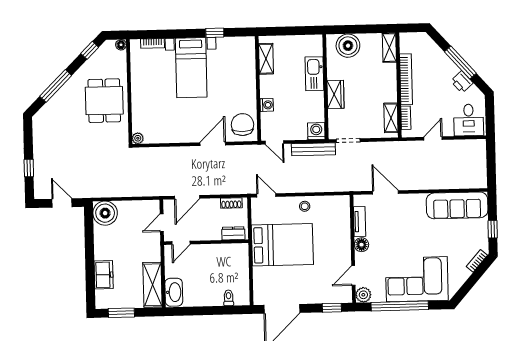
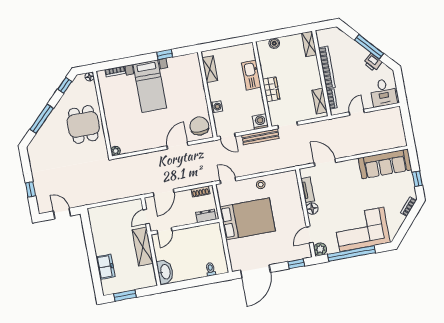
boiler: (348, 46) -> (274, 43), width x0.54, depth x0.54
boiler: (105, 213) -> (99, 216), removed
shelving: (153, 285) -> (143, 247), moved

